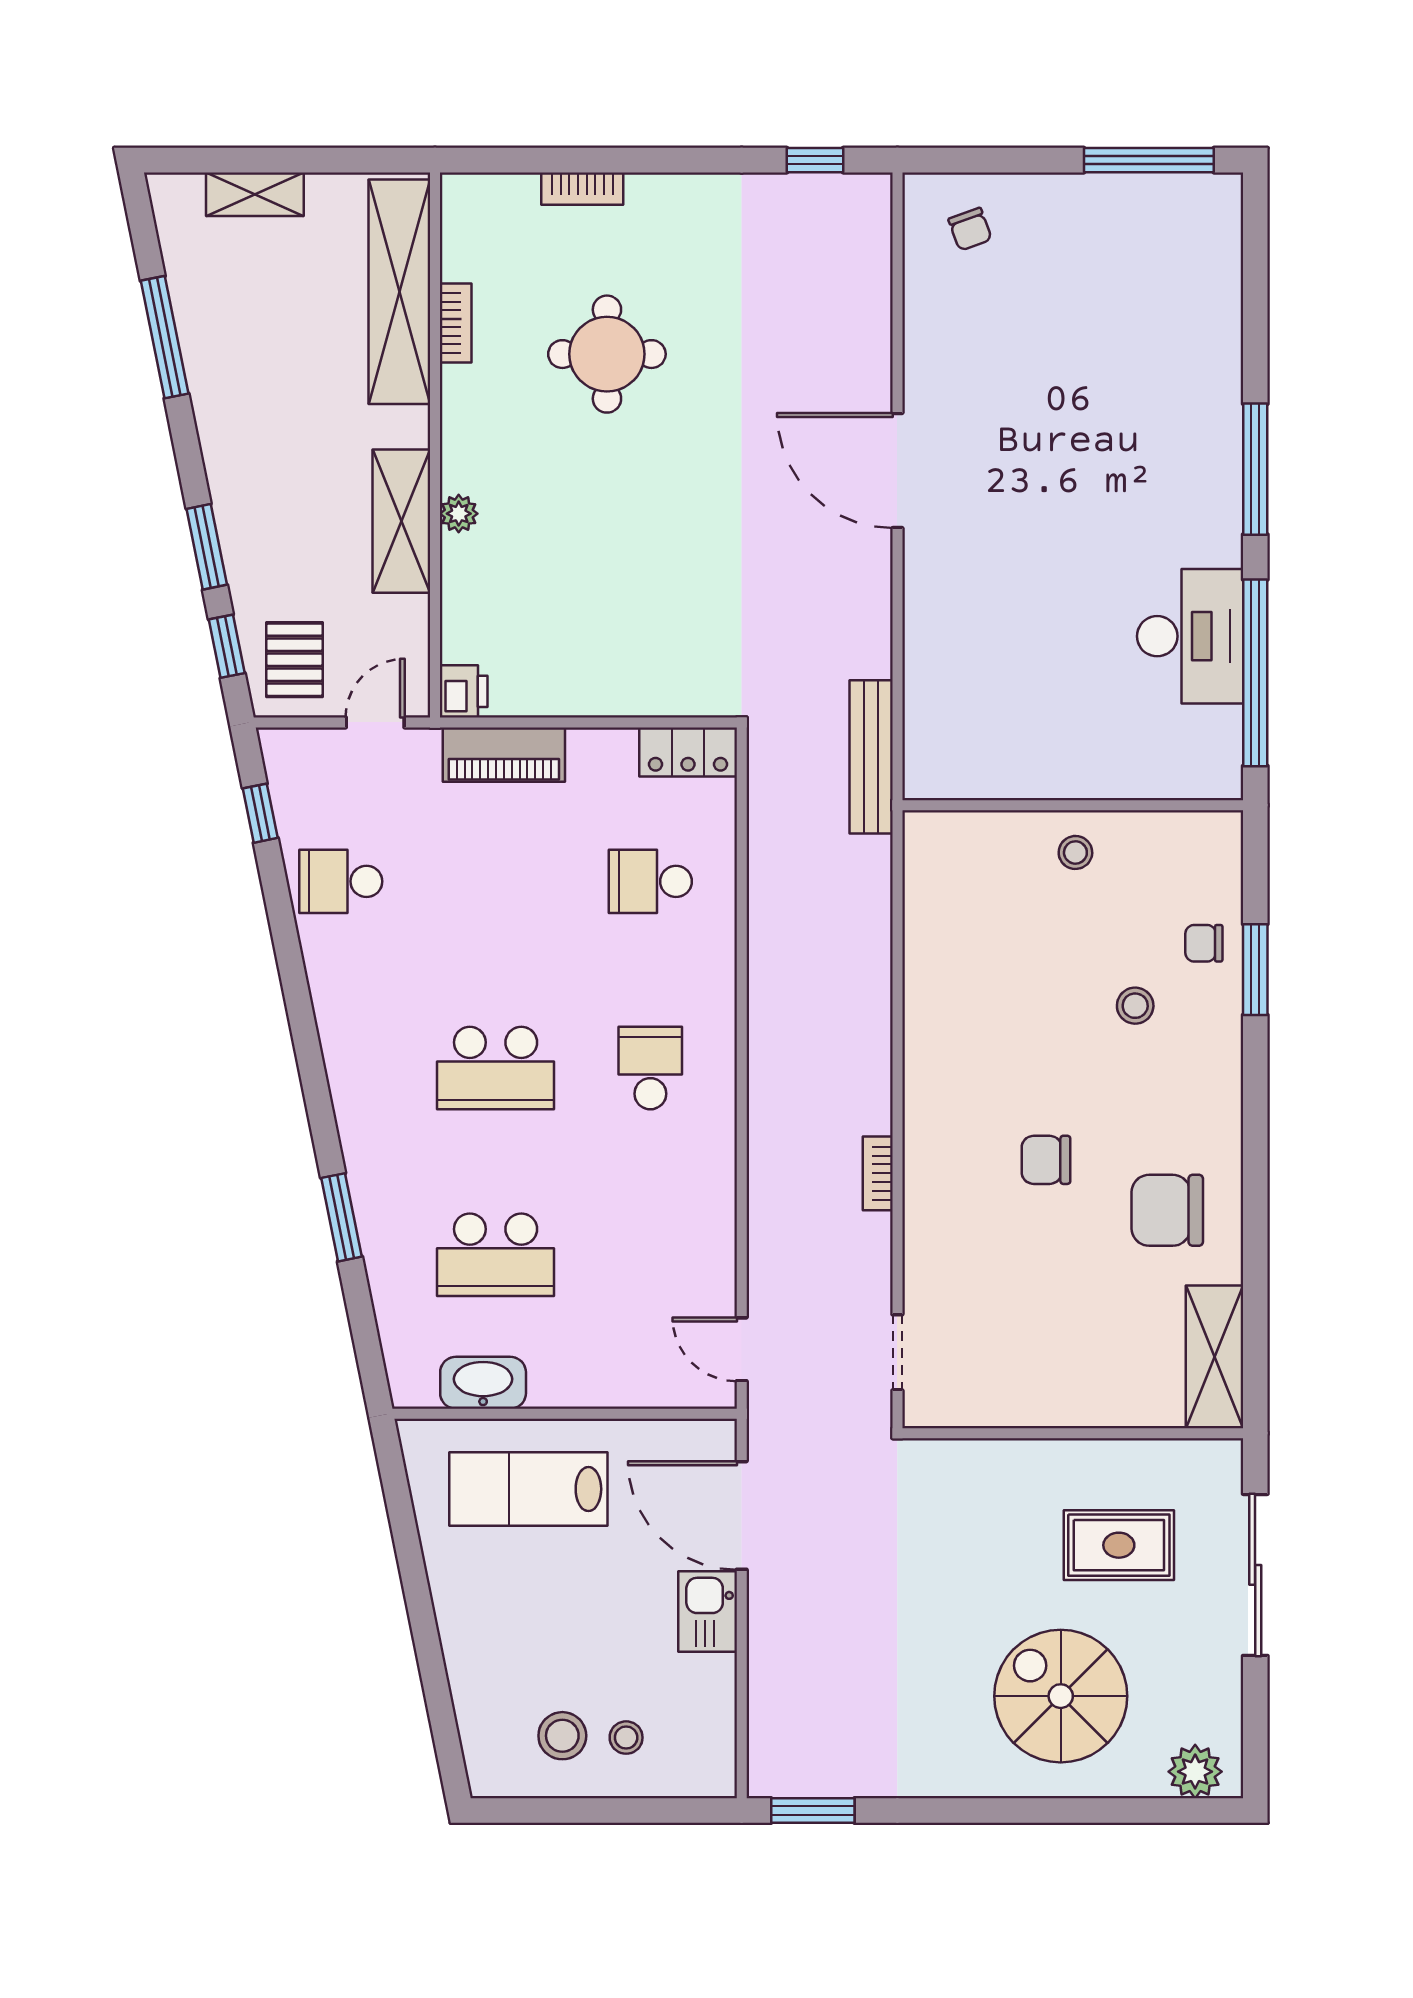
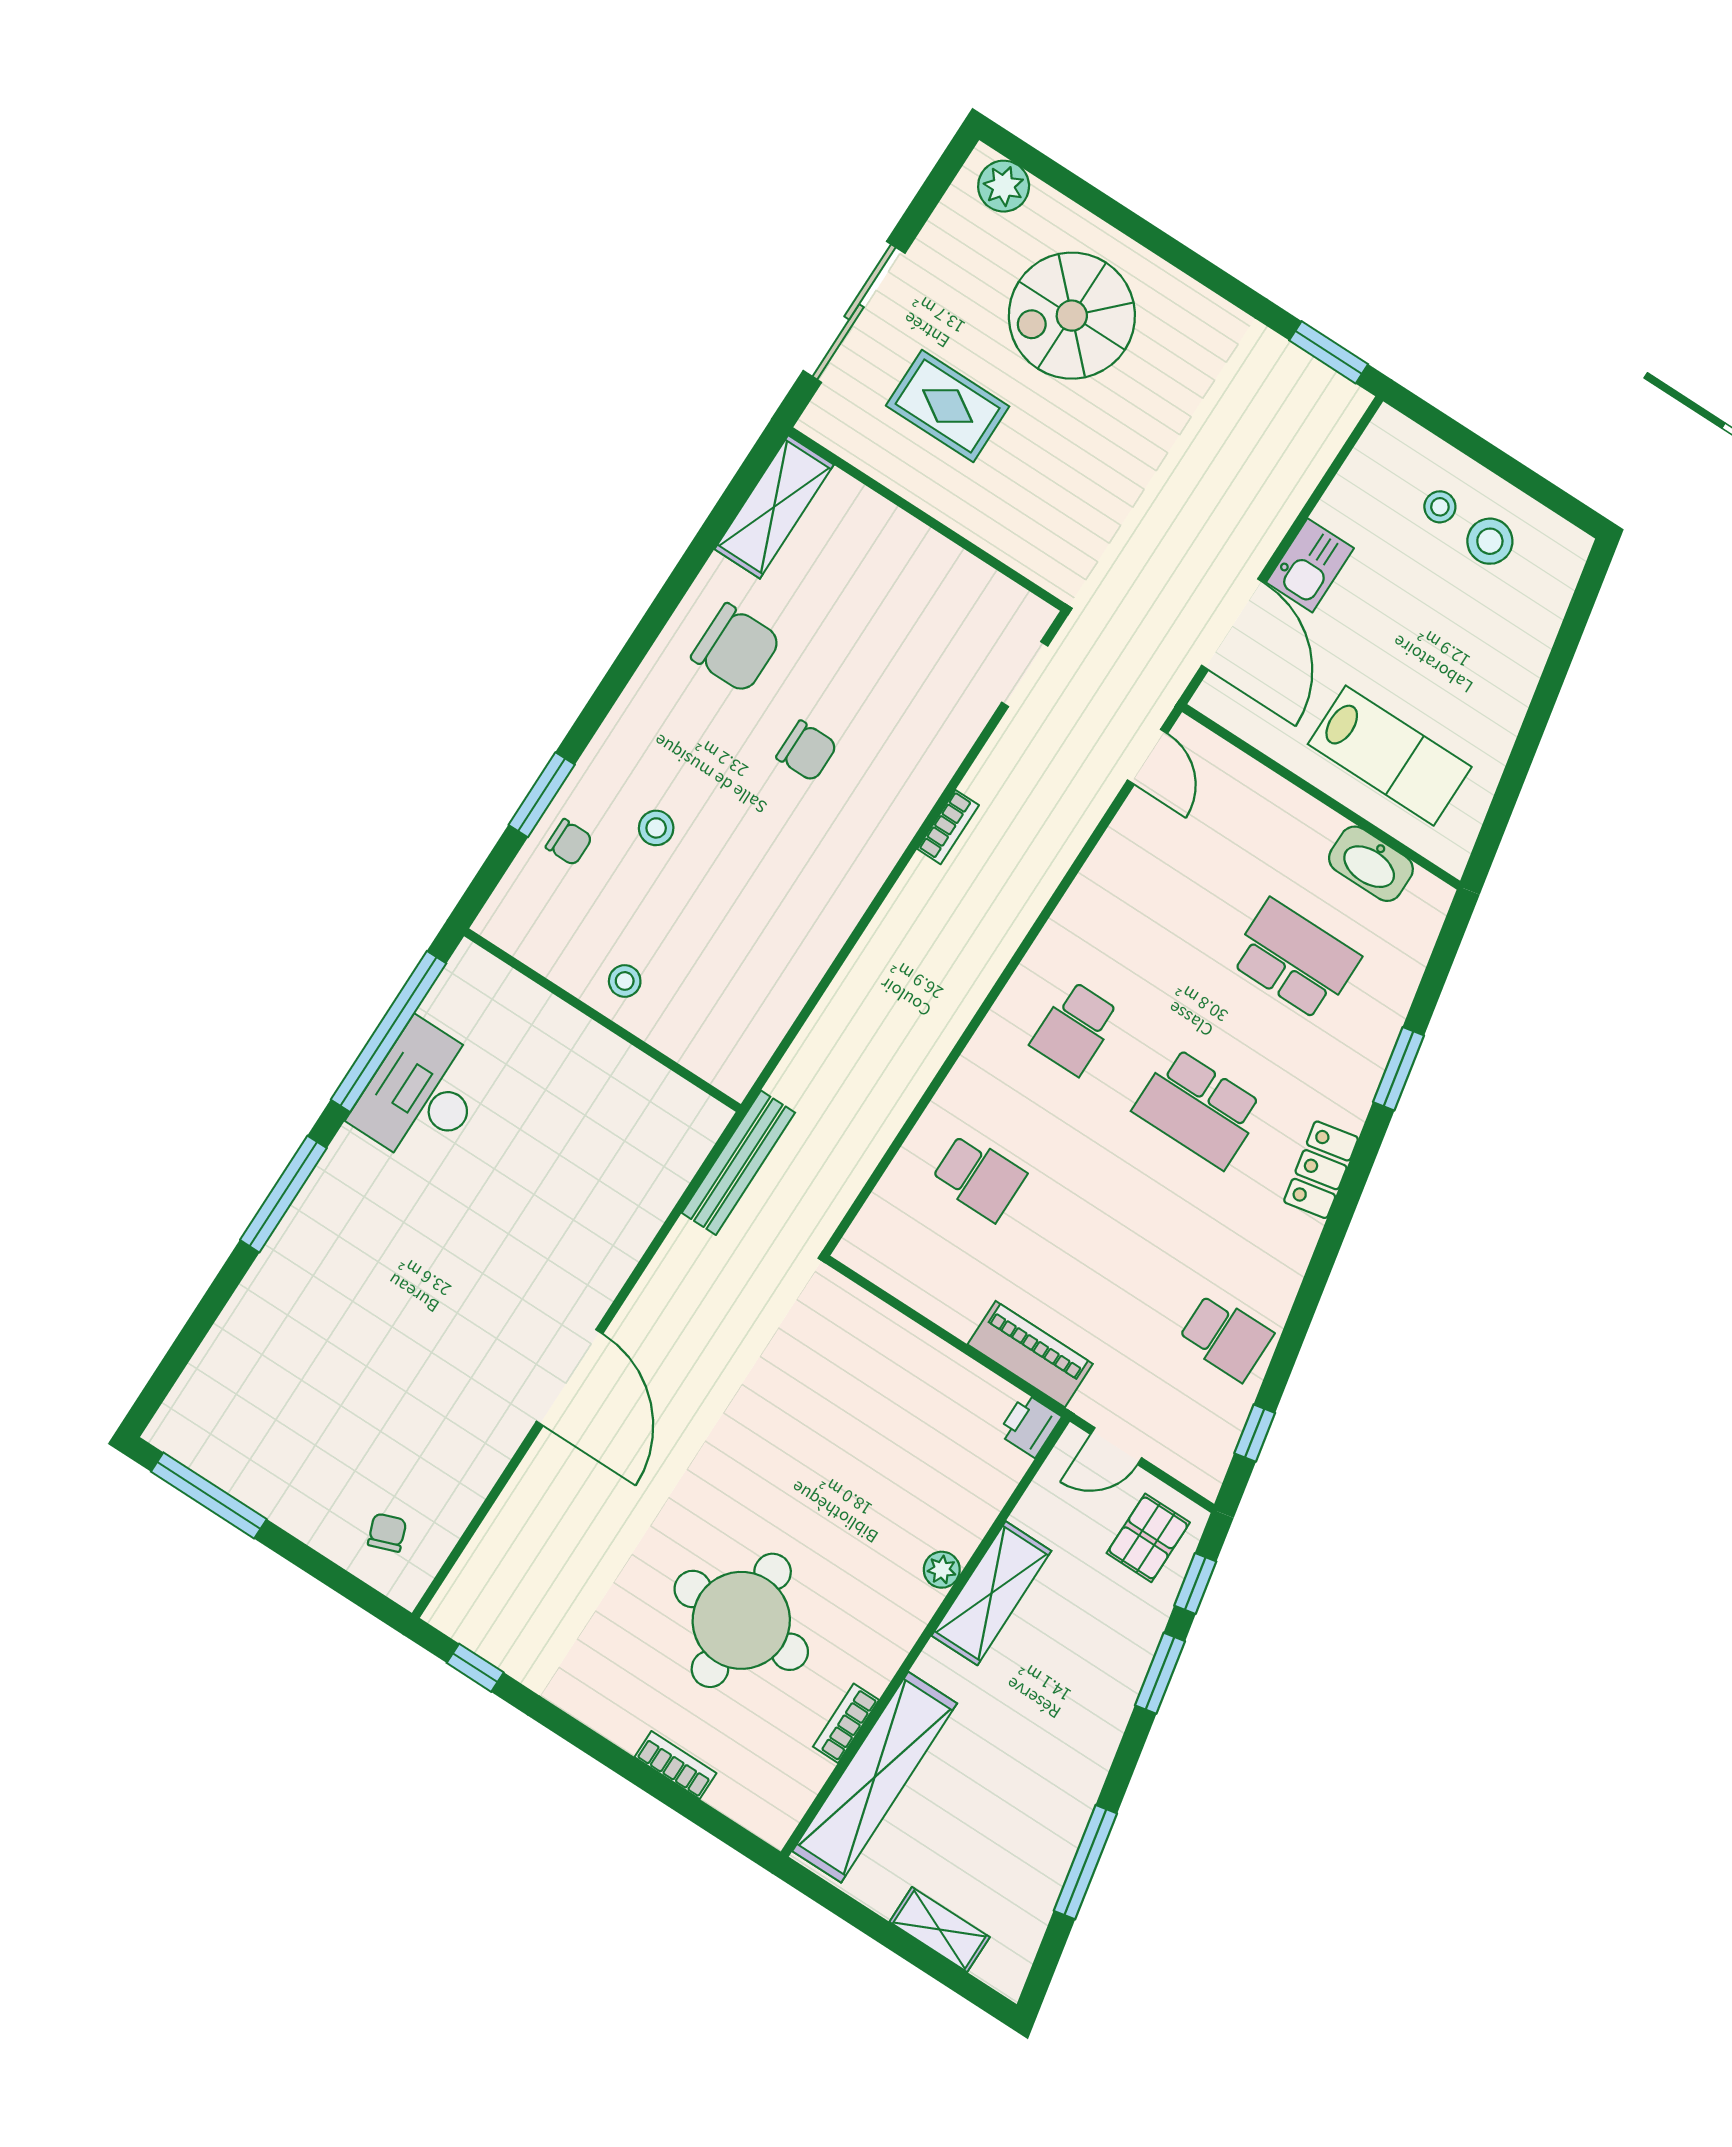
round table: (607, 354) -> (741, 1620), width x1.36, depth x1.36
locker: (688, 752) -> (1321, 1170), moved, turned -101
school desk: (496, 1068) -> (1199, 1108), turned 180
spiral stairs: (1061, 1696) -> (1072, 316), turned 90

